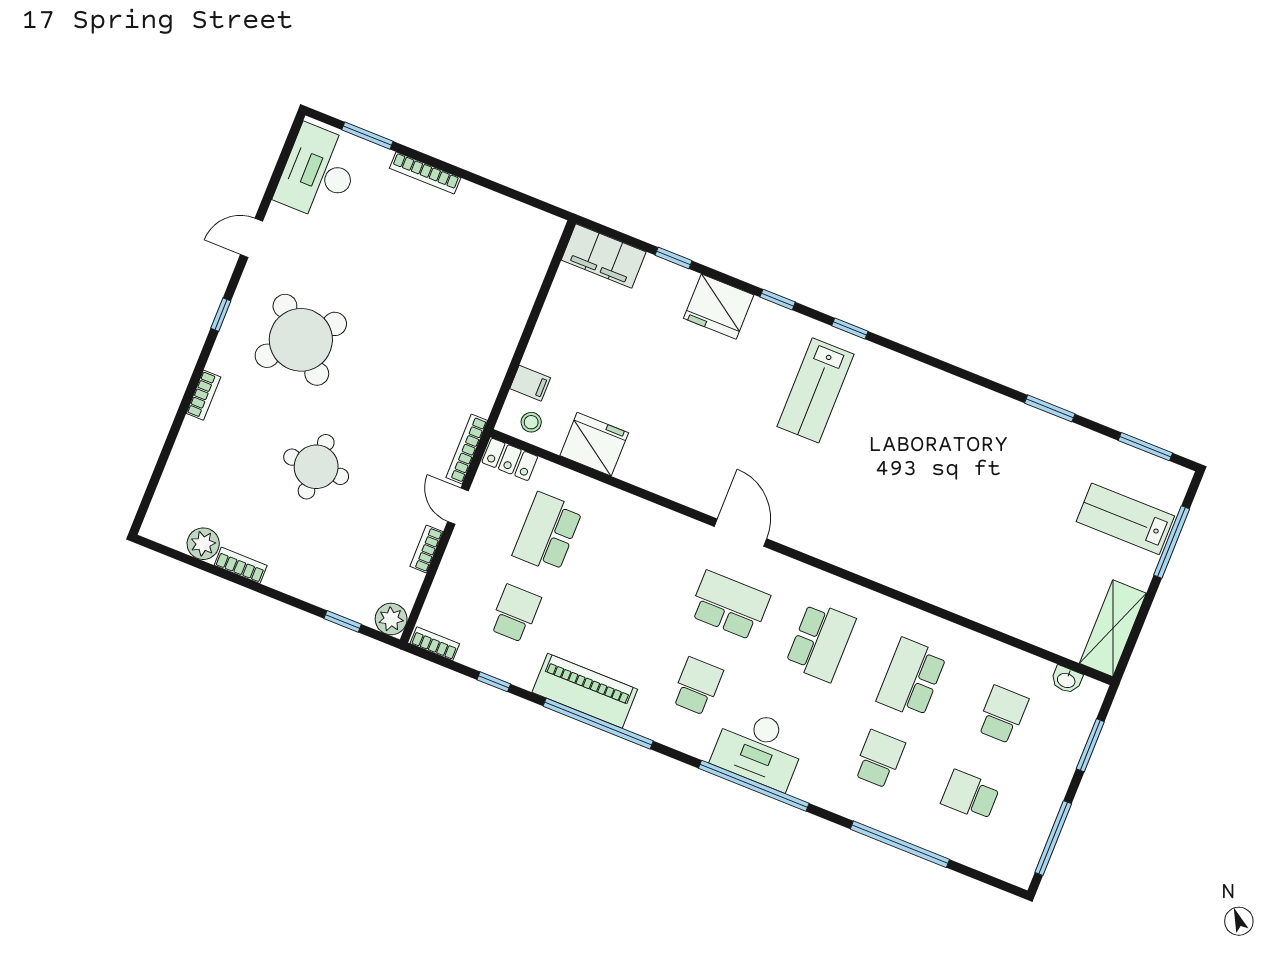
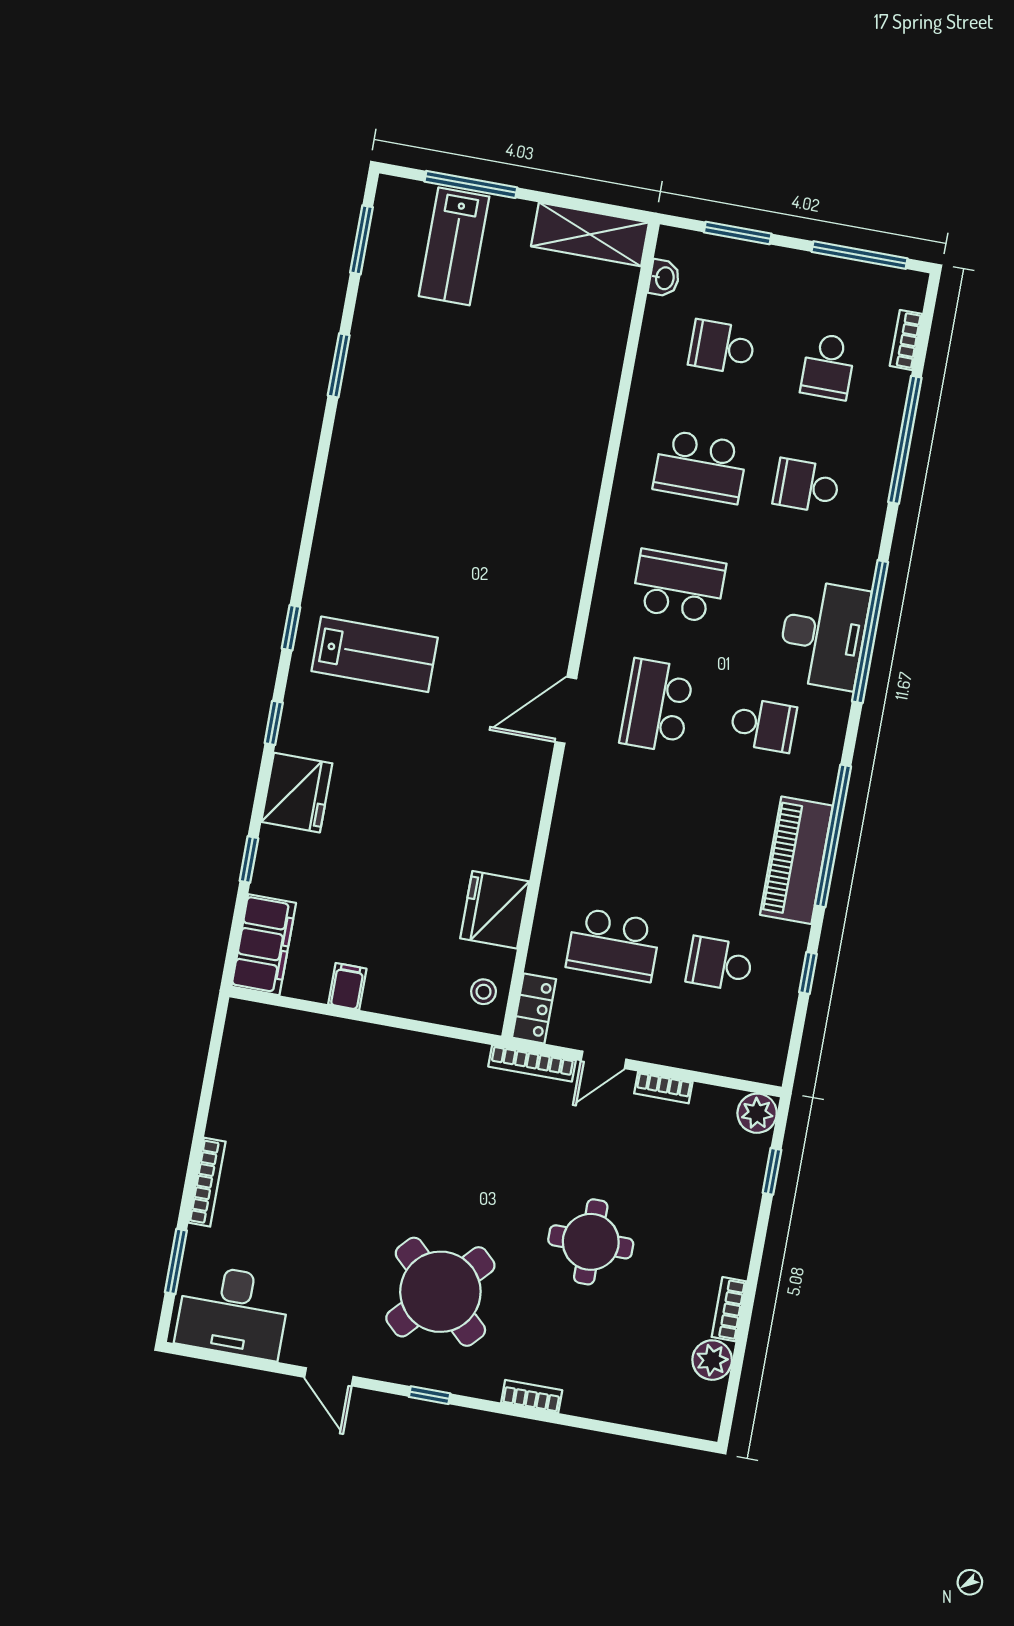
filing cabinet: (530, 383) -> (347, 986), moved
bookcase: (435, 644) -> (906, 340), moved
school desk: (697, 686) -> (763, 725), turned 180

